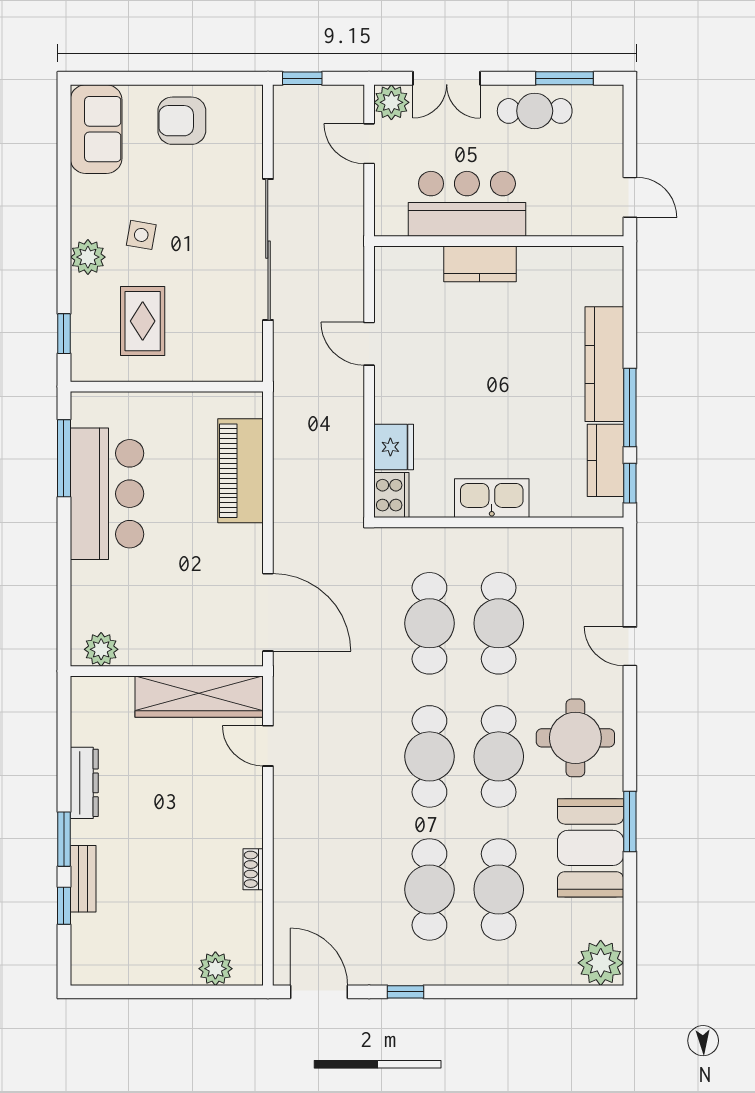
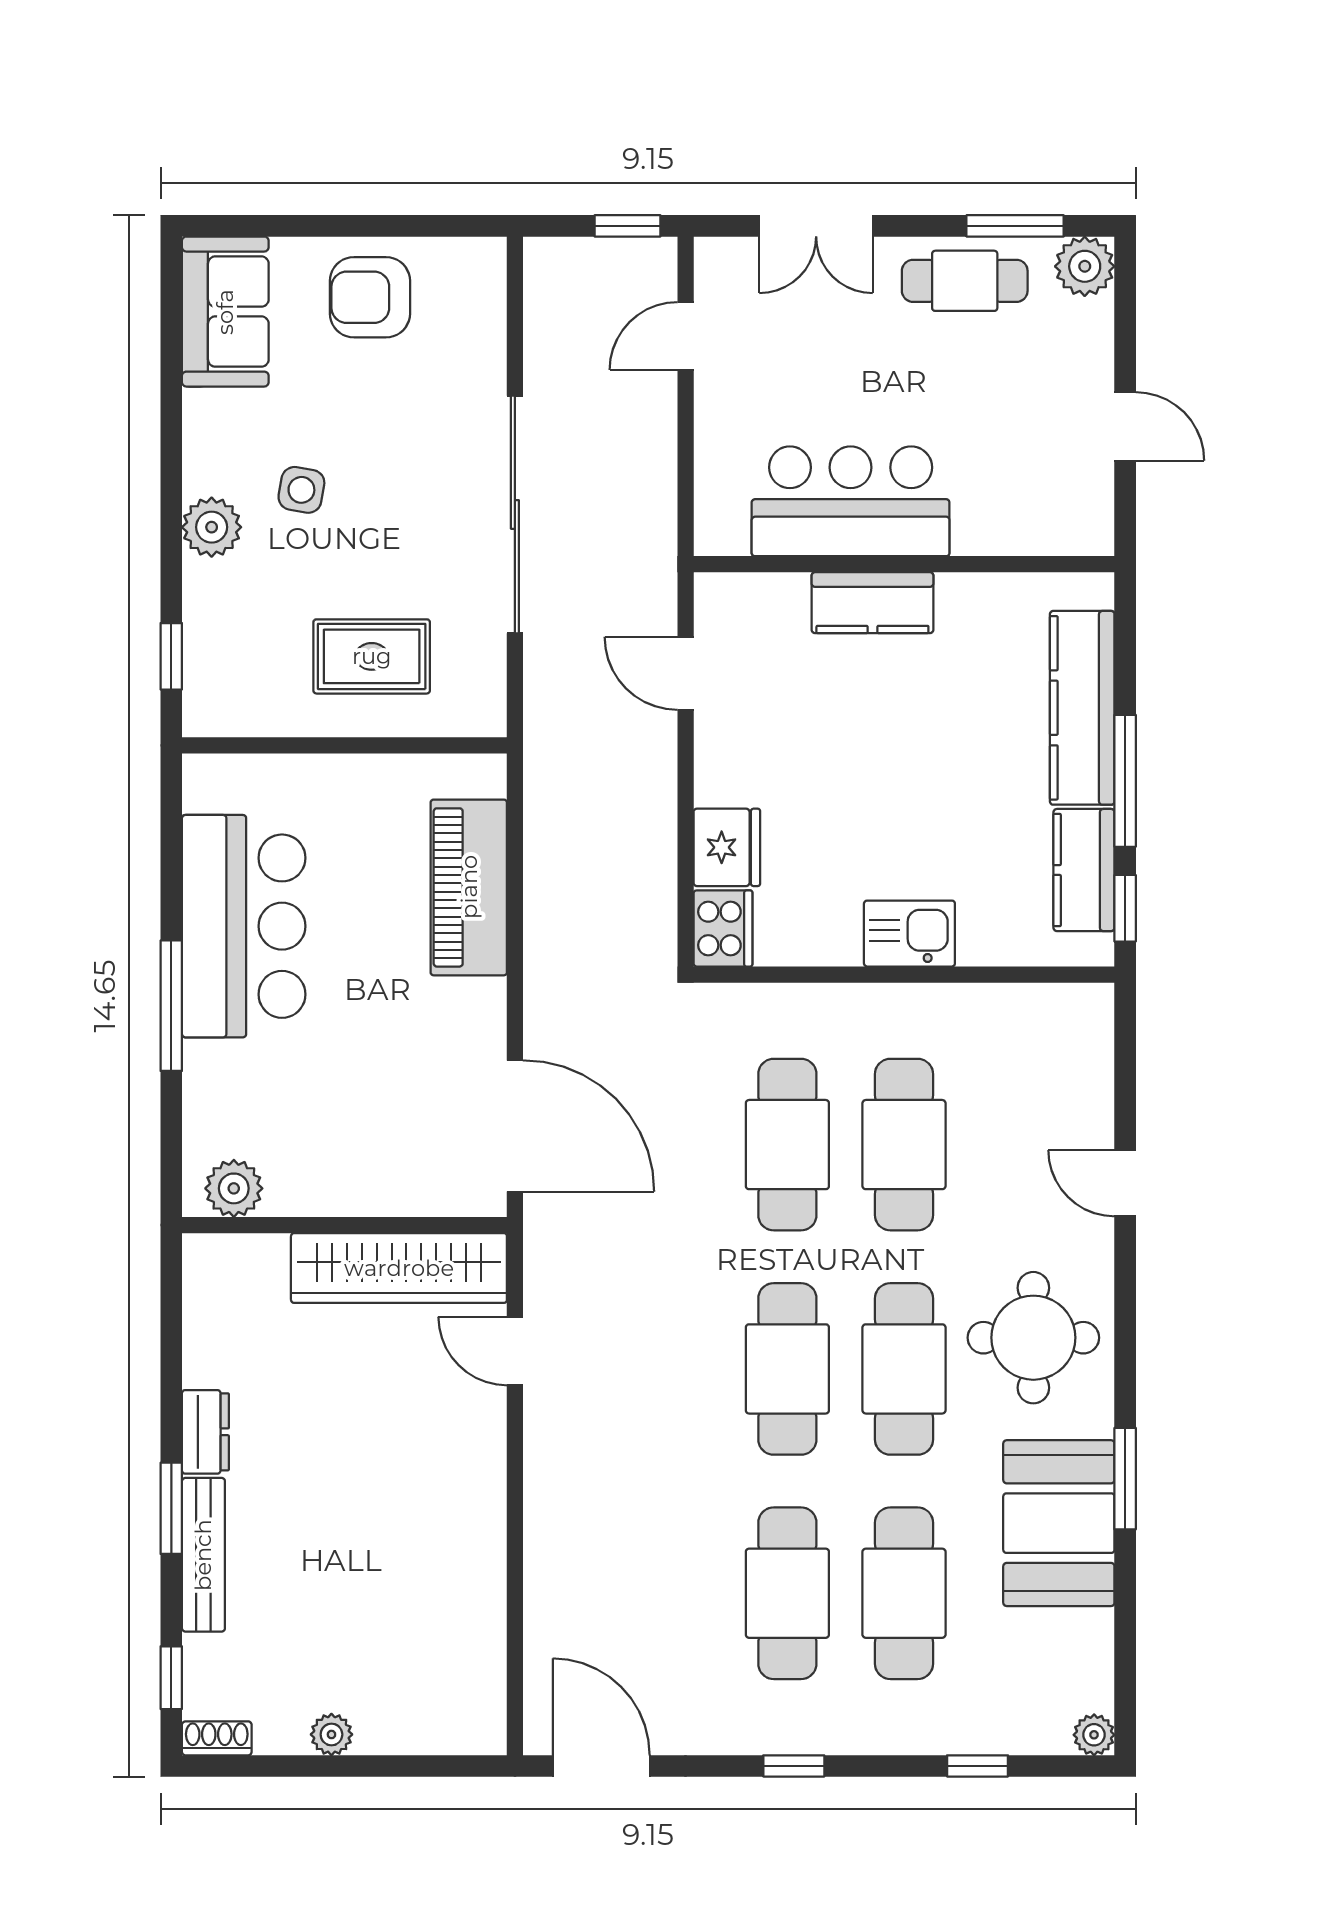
window: (302, 78) -> (627, 226), moved
plant: (391, 102) -> (1085, 266), moved
door: (369, 144) -> (686, 336), hinge flipped
bar counter: (467, 204) -> (851, 501), moved
wall: (499, 241) -> (904, 564), moved
kitchen counter: (480, 264) -> (872, 603), moved
rug: (143, 321) -> (372, 656), moved, turned 90
window: (64, 458) -> (171, 1006), moved
kitchen sink: (492, 498) -> (909, 934), width x0.73
dresser: (84, 783) -> (205, 1432), width x0.70
shoe rack: (253, 869) -> (217, 1738), moved, turned 90
bench: (83, 879) -> (203, 1555), width x1.36
window: (64, 906) -> (171, 1678), moved
plant: (601, 963) -> (1094, 1735), width x0.53, depth x0.53
plant: (215, 969) -> (331, 1734), moved, width x0.73, depth x0.73
window: (405, 992) -> (794, 1766), moved
window: (542, 992) -> (977, 1766), added

